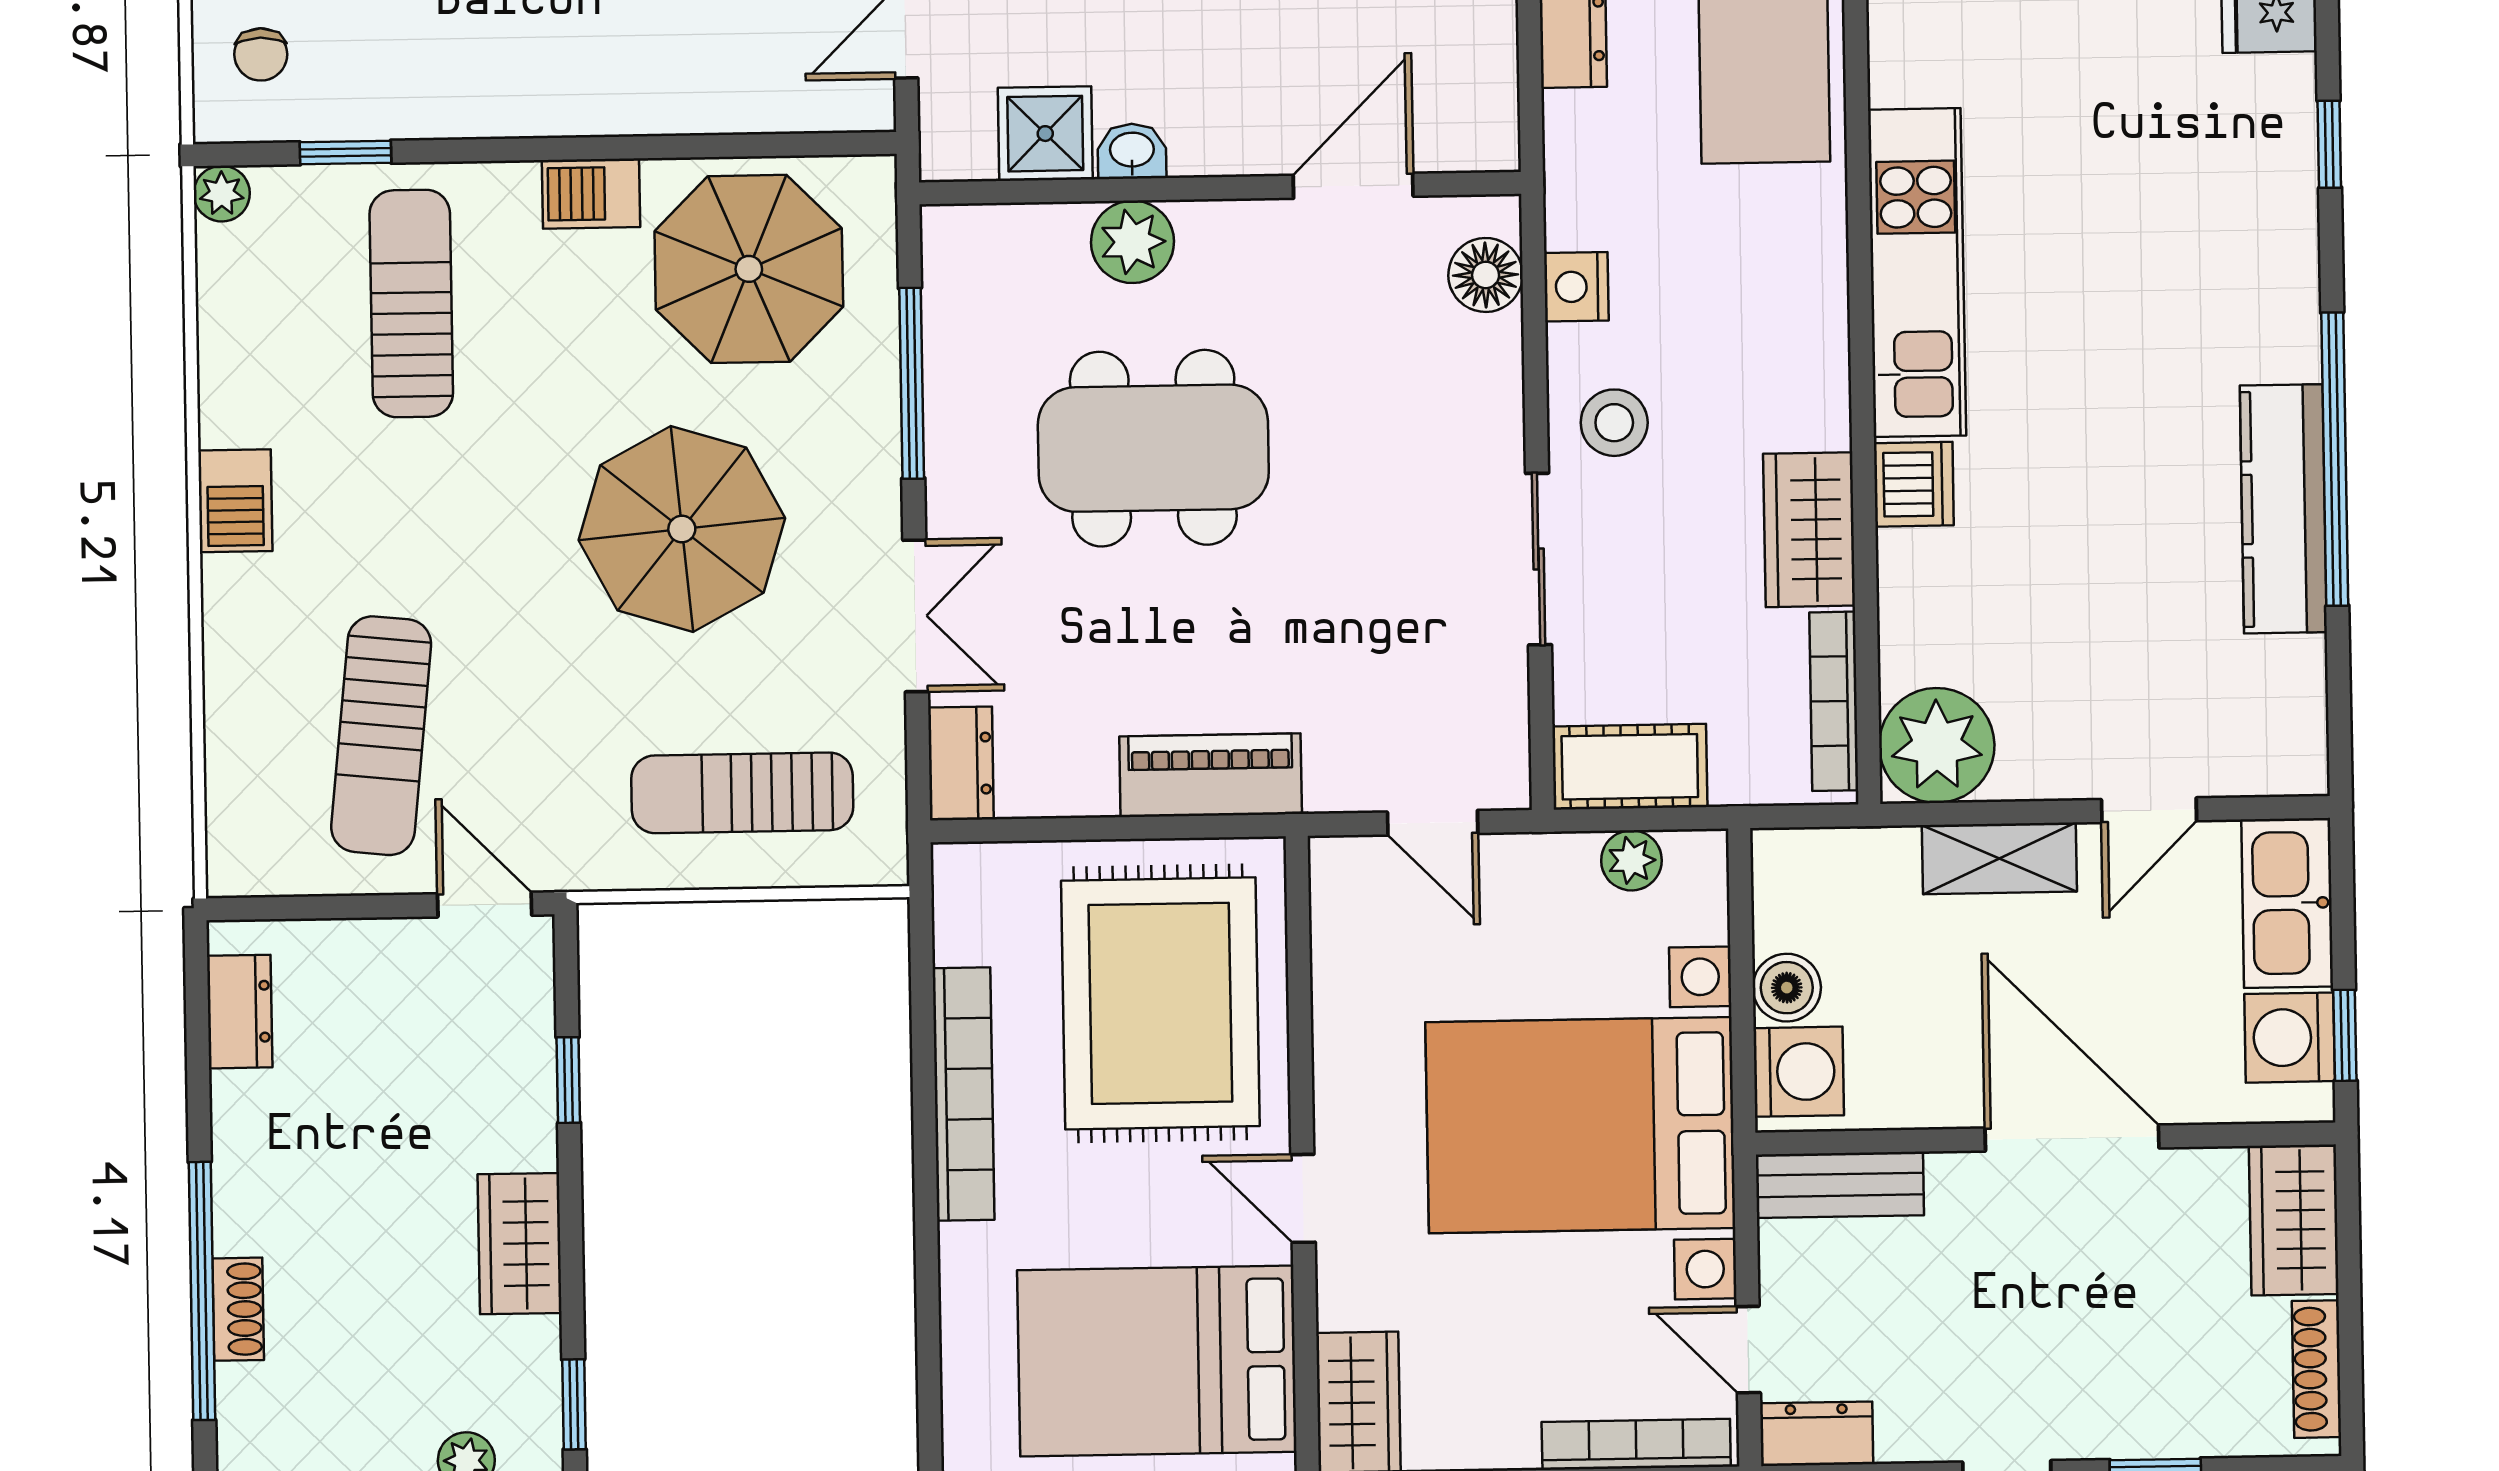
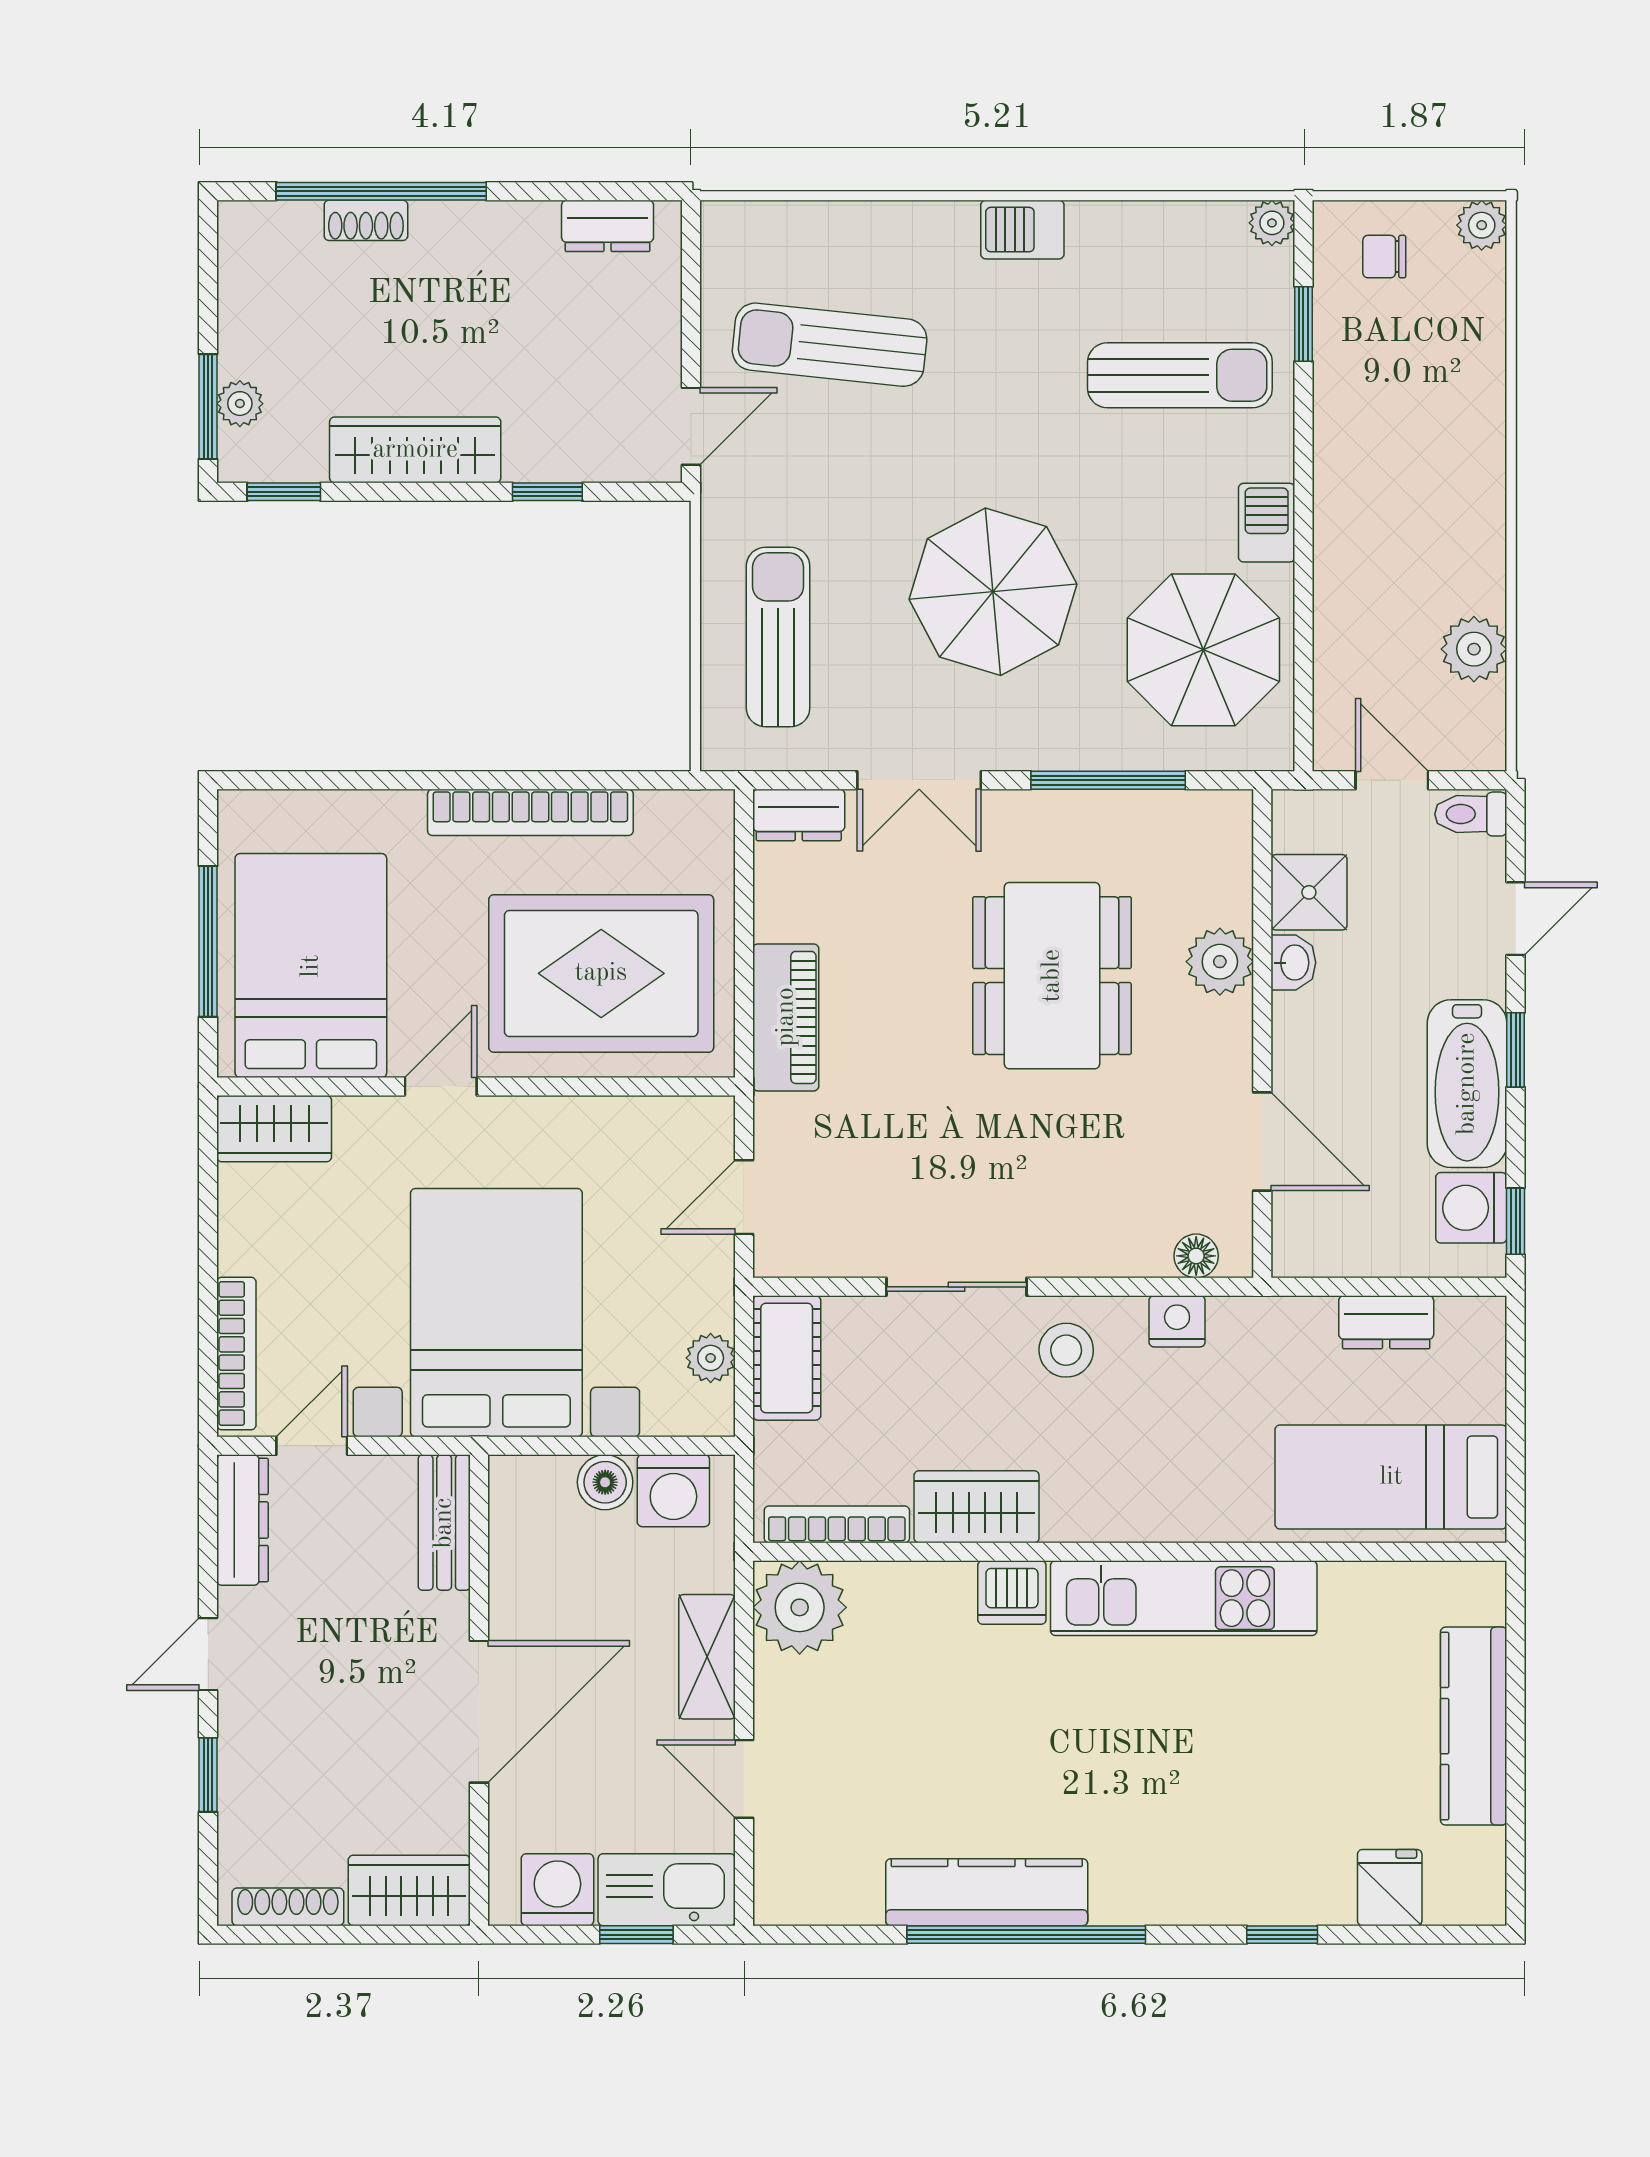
floor lamp: (1486, 275) -> (1196, 1256), width x0.73, depth x0.73
window: (2345, 1035) -> (636, 1935), moved
washing machine: (1799, 1072) -> (673, 1491), moved
wardrobe: (520, 1244) -> (415, 450), width x1.50
dresser: (1817, 1434) -> (242, 1520), width x1.44

